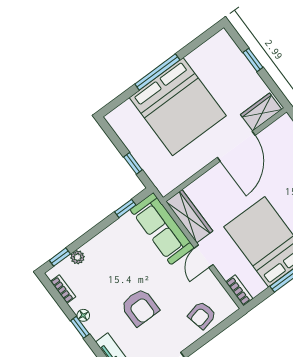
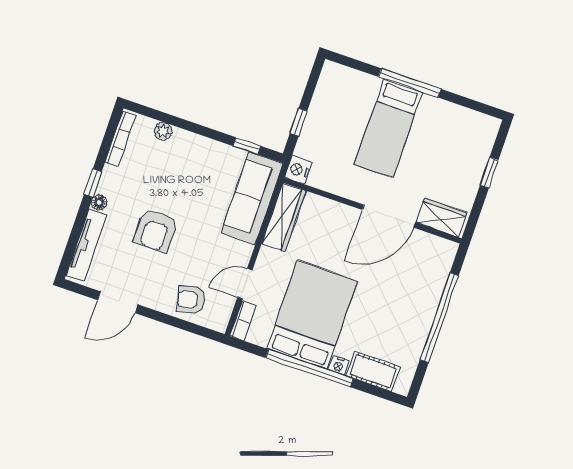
bed: (178, 107) -> (388, 128), width x0.49
nightstand: (164, 185) -> (298, 170), added
door: (204, 256) -> (245, 284), moved
window: (60, 257) -> (151, 113), removed
bookcase: (63, 289) -> (120, 139), width x1.56
floor lamp: (83, 315) -> (99, 202), moved

